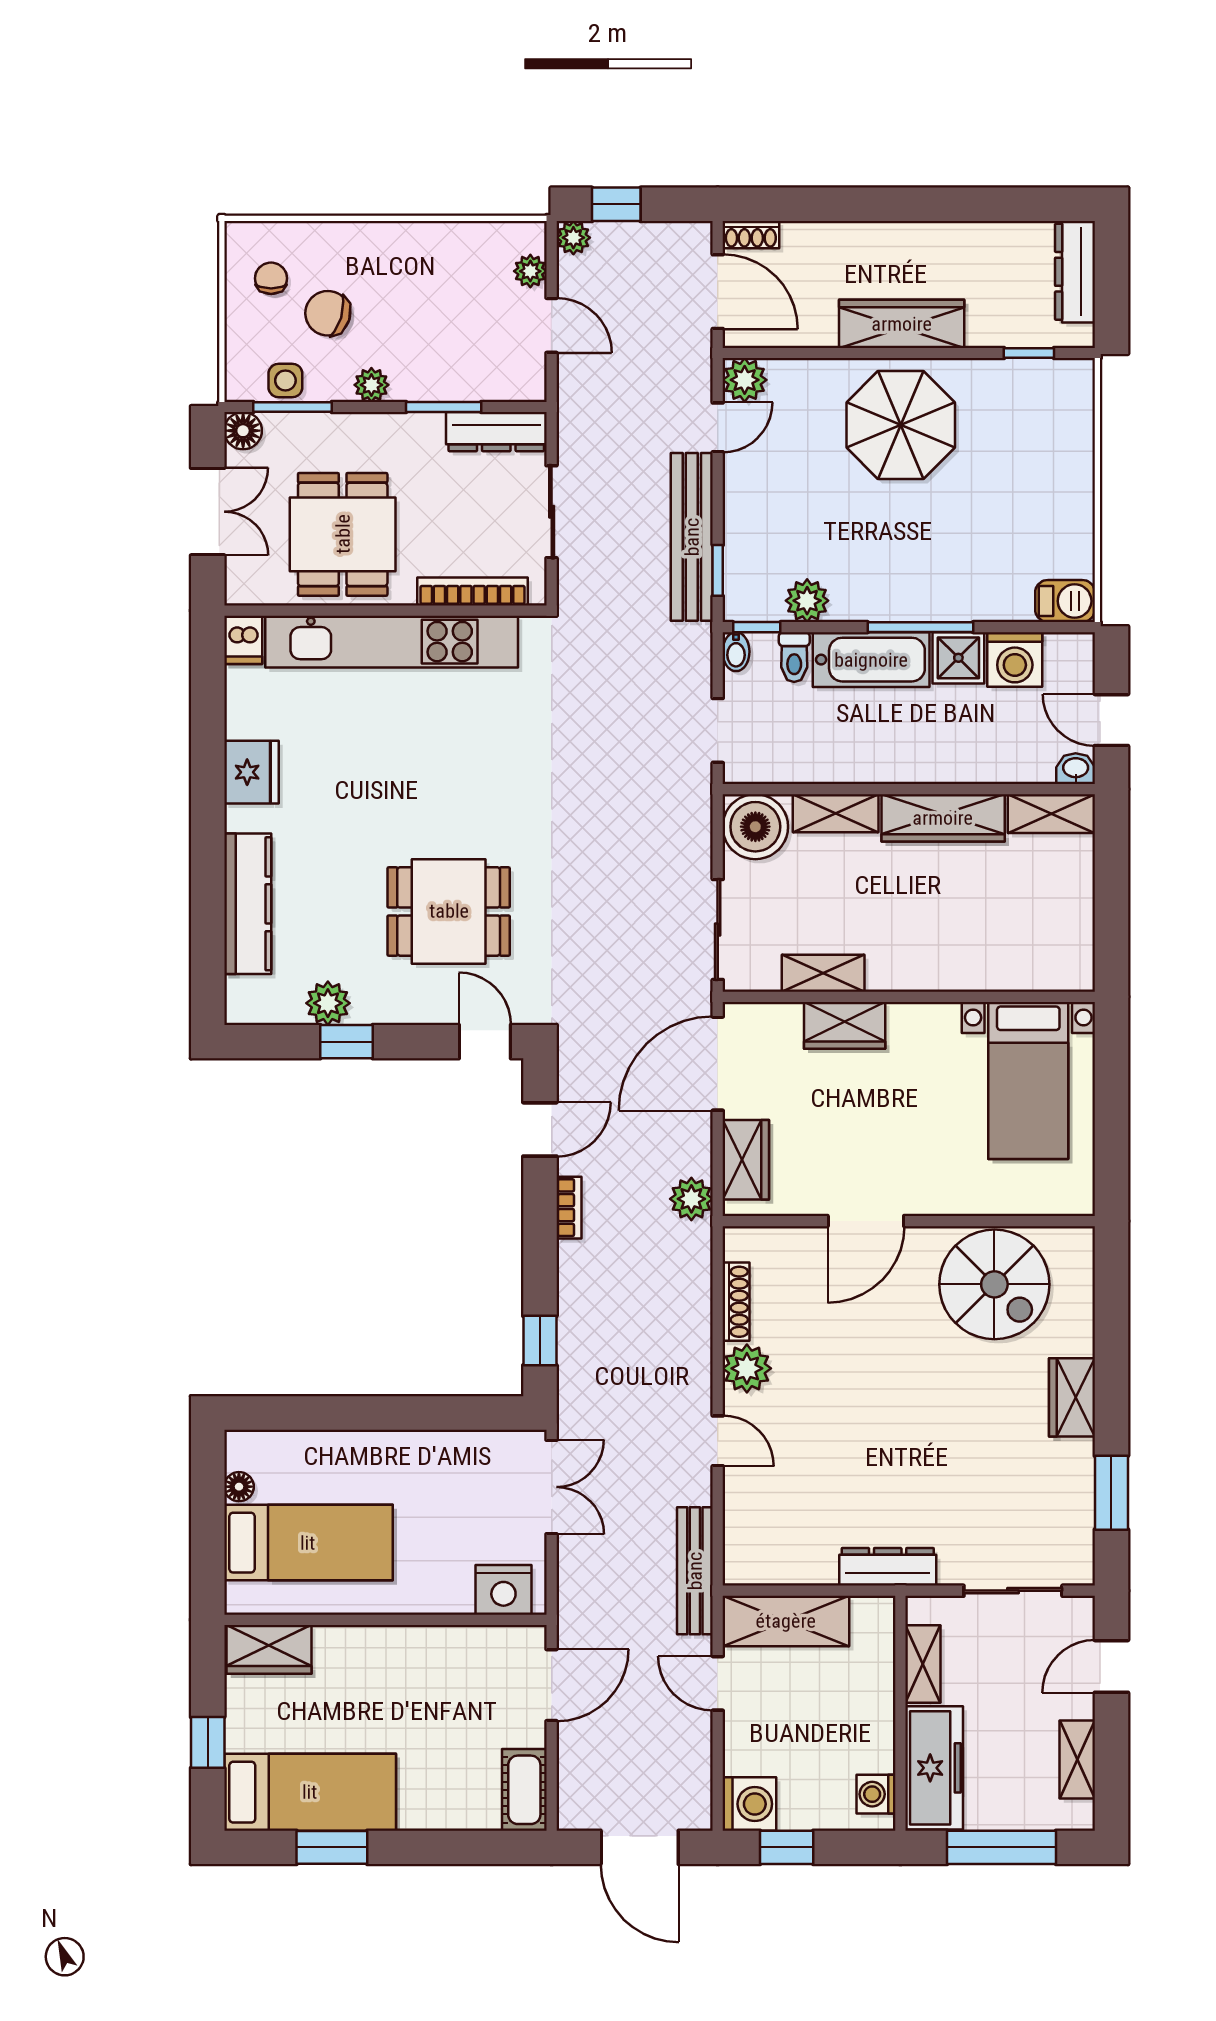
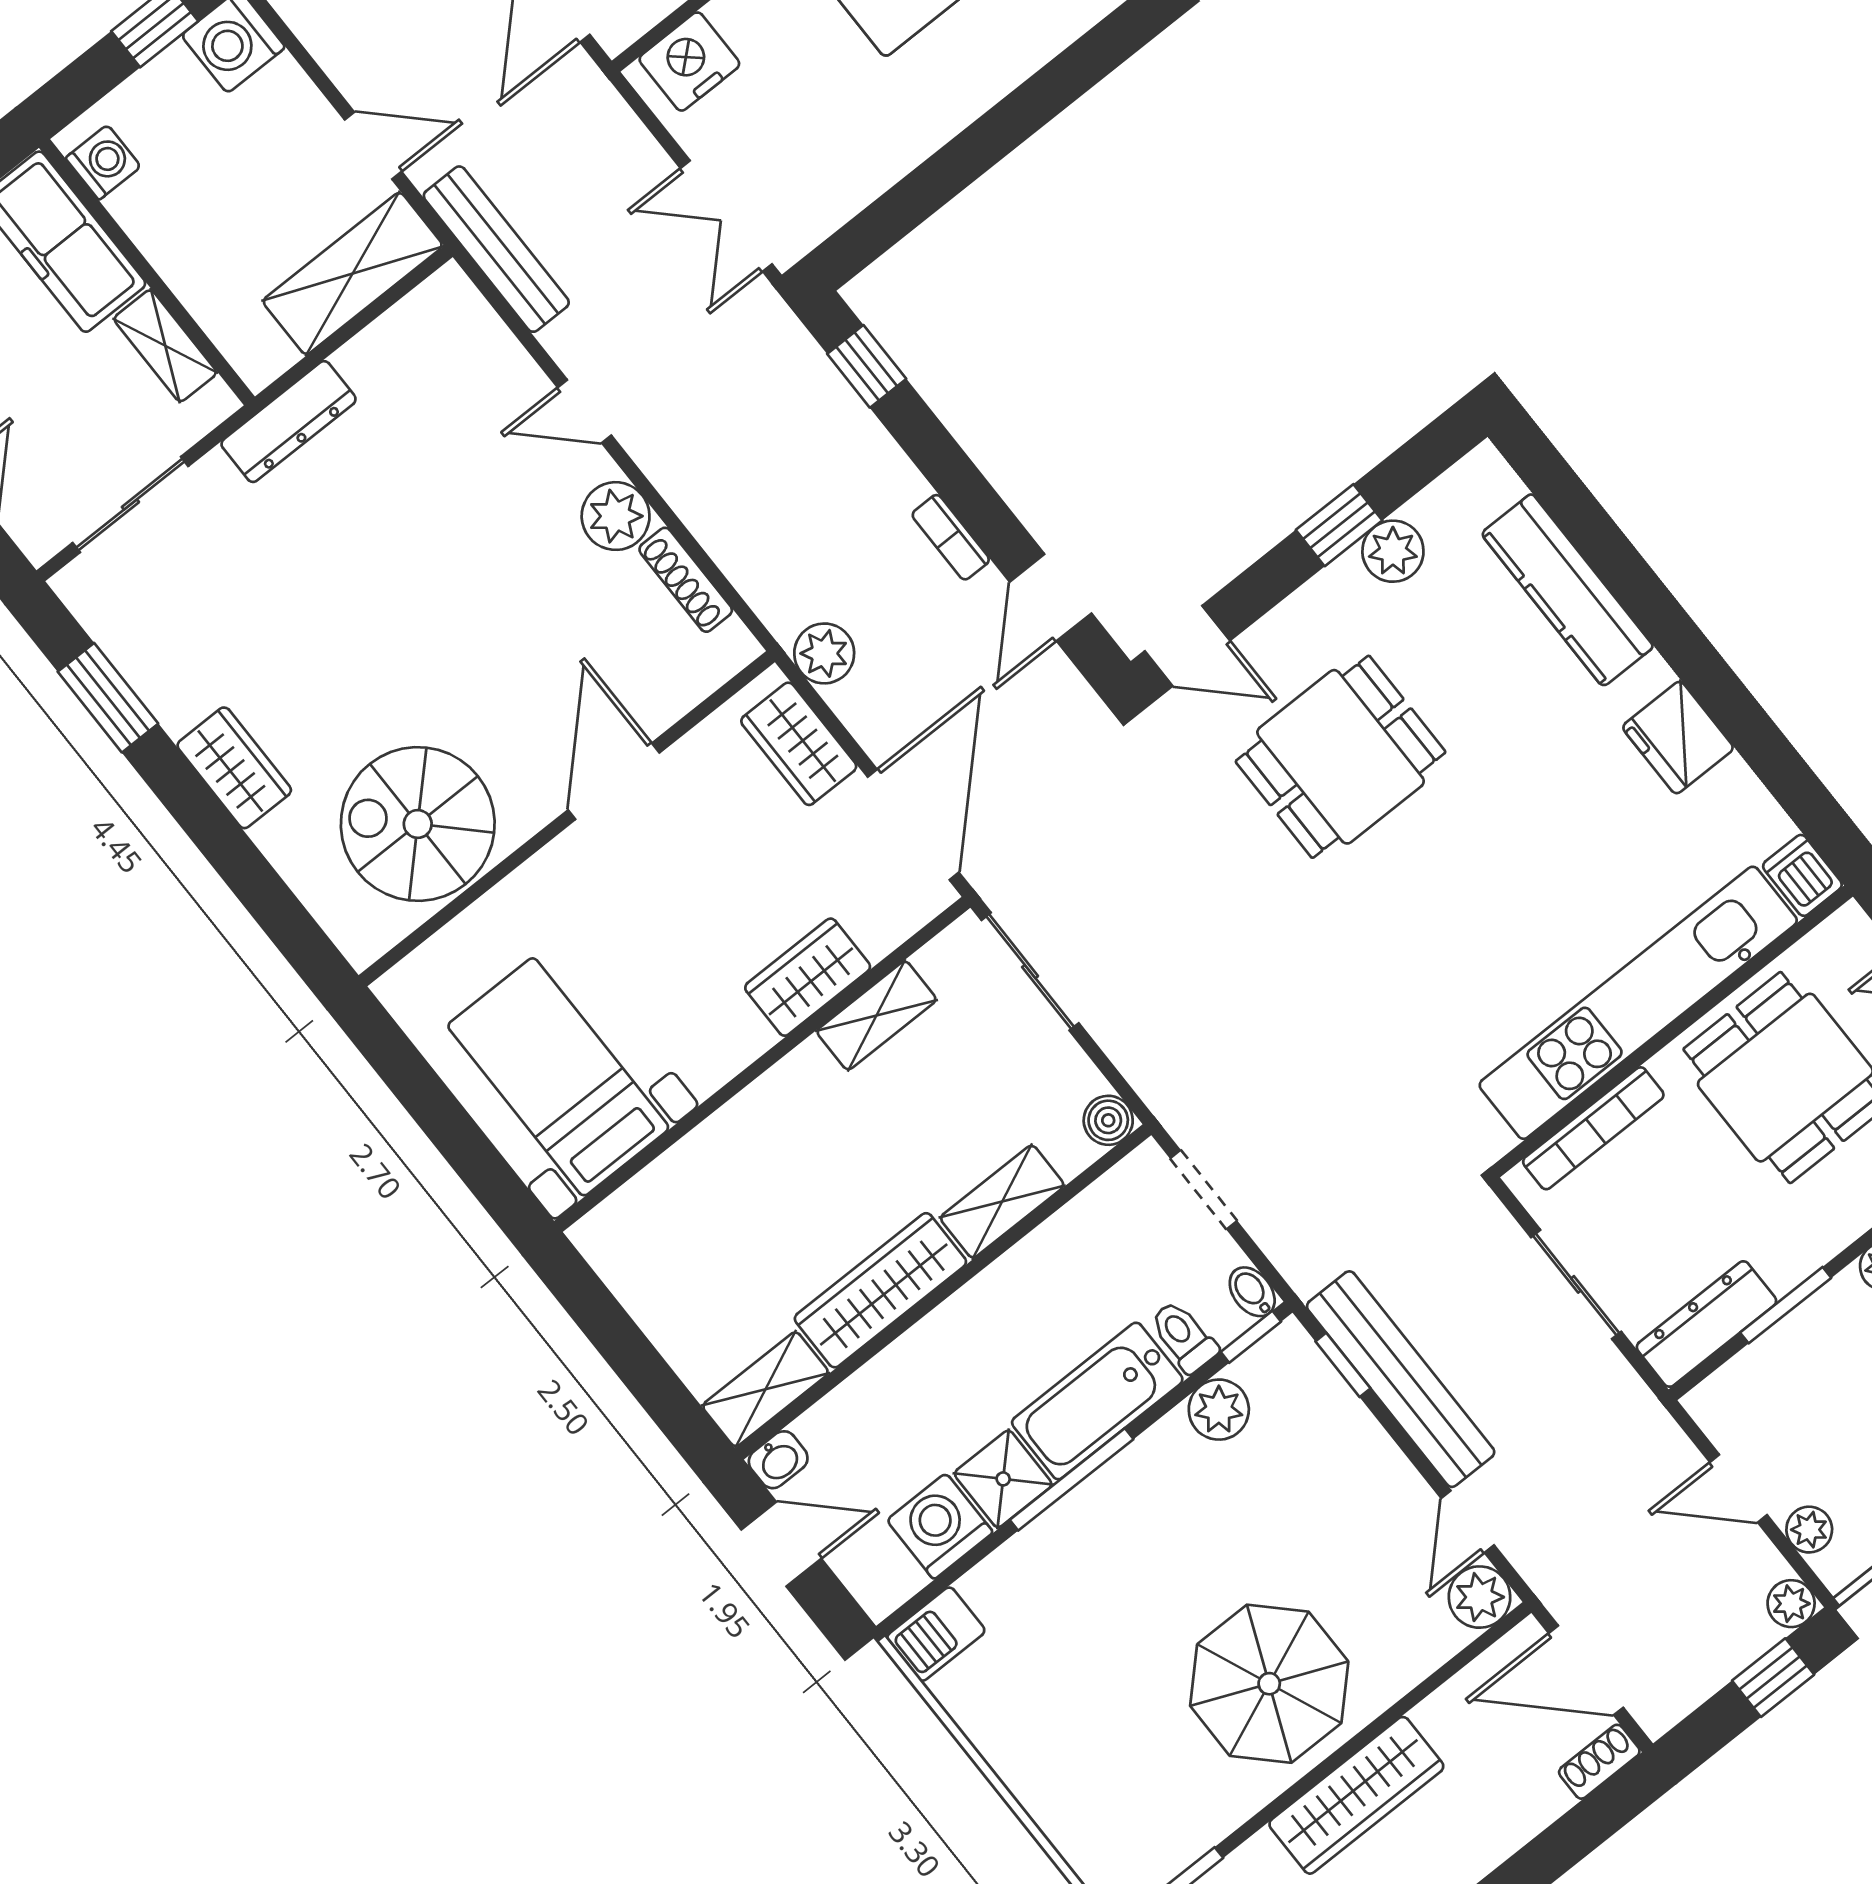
boiler: (755, 827) -> (1108, 1120), width x0.54, depth x0.54

